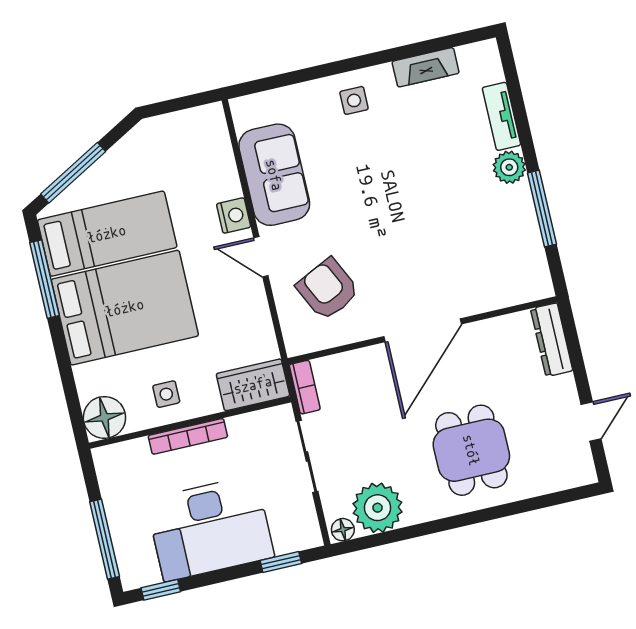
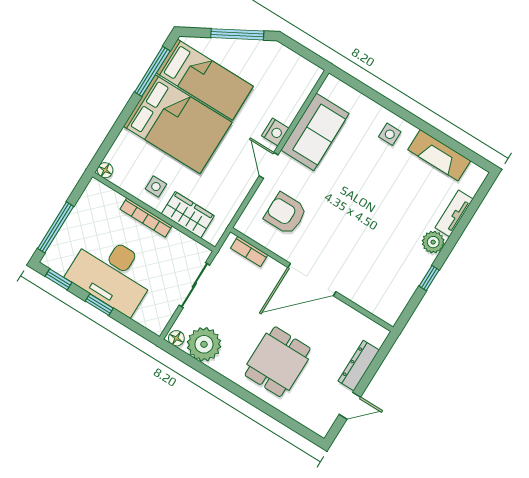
fireplace: (426, 67) -> (439, 155), width x1.37, depth x1.32
window: (73, 173) -> (237, 34), moved
window: (542, 209) -> (429, 278), width x0.46
armchair: (328, 289) -> (285, 214), turned -64
dresser: (552, 340) -> (359, 366), moved
wardrobe: (253, 385) -> (188, 215), moved
bookcase: (305, 387) -> (249, 252), moved, turned 90
floor lamp: (104, 417) -> (105, 170), width x0.53, depth x0.53
window: (281, 562) -> (99, 305), moved

